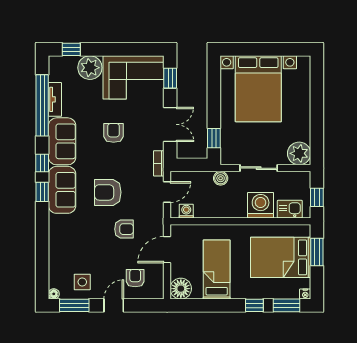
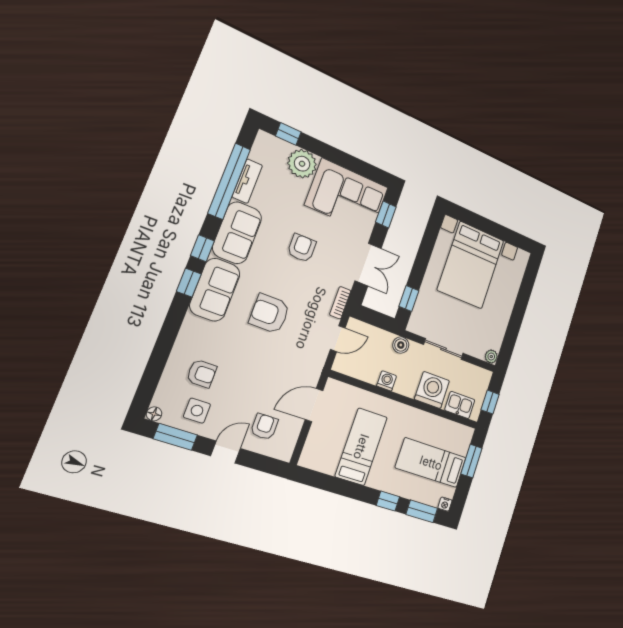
plant: (299, 153) -> (491, 357), width x0.53, depth x0.53
washing machine: (186, 211) -> (387, 381), moved
armchair: (124, 229) -> (202, 374), moved
bed: (281, 257) -> (431, 463), width x0.67
floor lamp: (181, 289) -> (313, 456), removed

